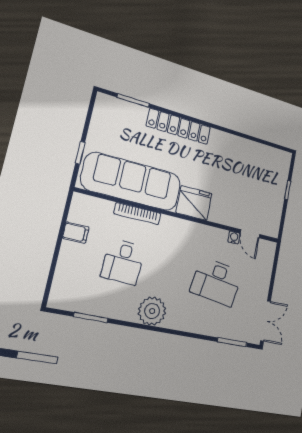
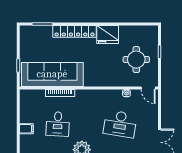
round table: (256, 192) -> (136, 60), added
fridge: (194, 203) -> (108, 34), moved, turned 180
filing cabinet: (76, 233) -> (26, 129), moved
door: (250, 234) -> (148, 88), moved

